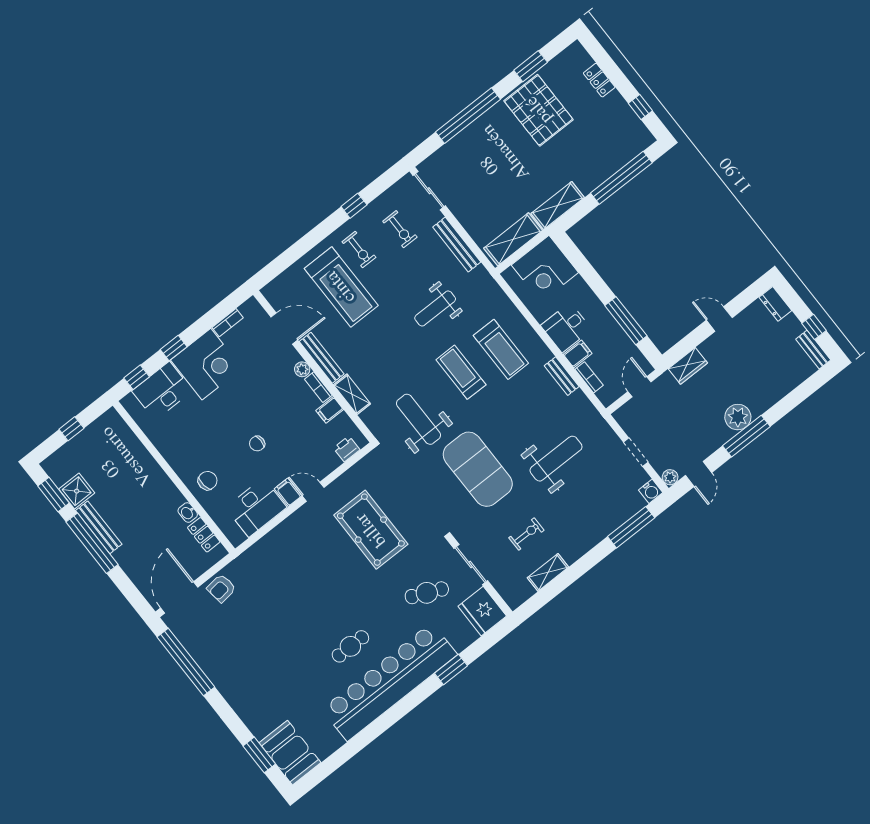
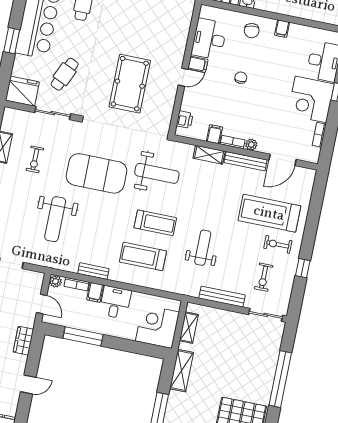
exercise bike: (400, 229) -> (264, 277), turned -90
shelving: (513, 239) -> (189, 328), width x0.67, depth x0.75
plant: (607, 397) -> (55, 281), added
filing cabinet: (176, 457) -> (282, 29), added
pool table: (371, 530) -> (130, 84), turned 90

